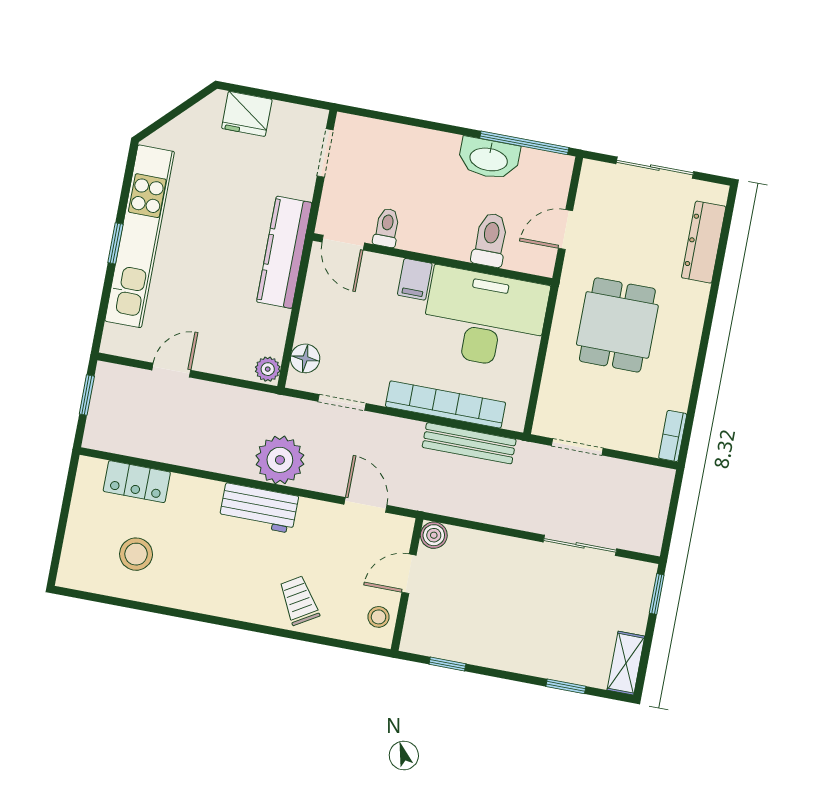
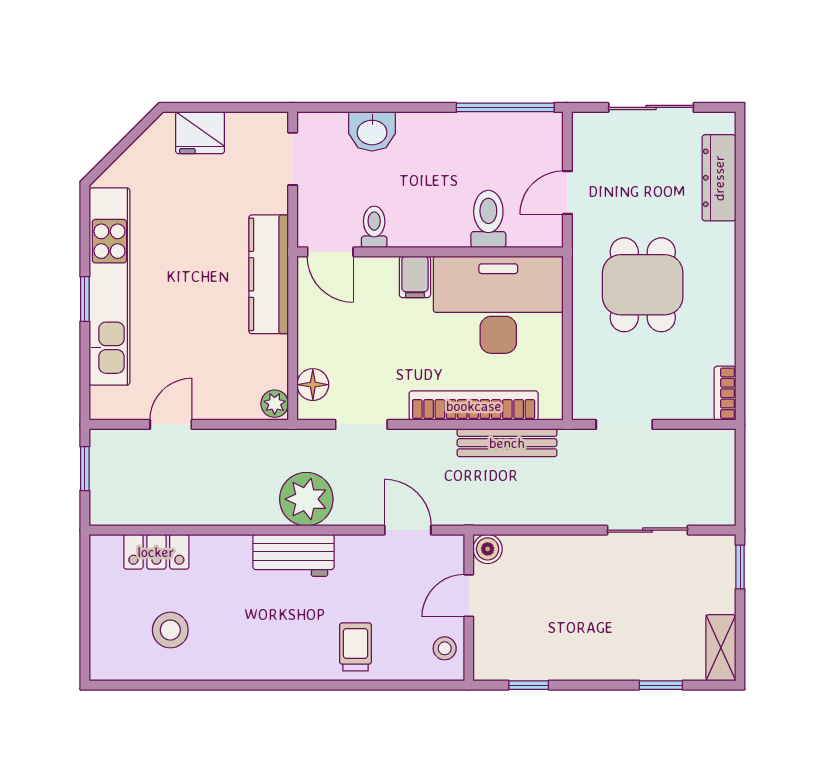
washbasin: (489, 158) -> (372, 131), moved, width x0.72
trolley: (299, 600) -> (356, 647), turned 31

